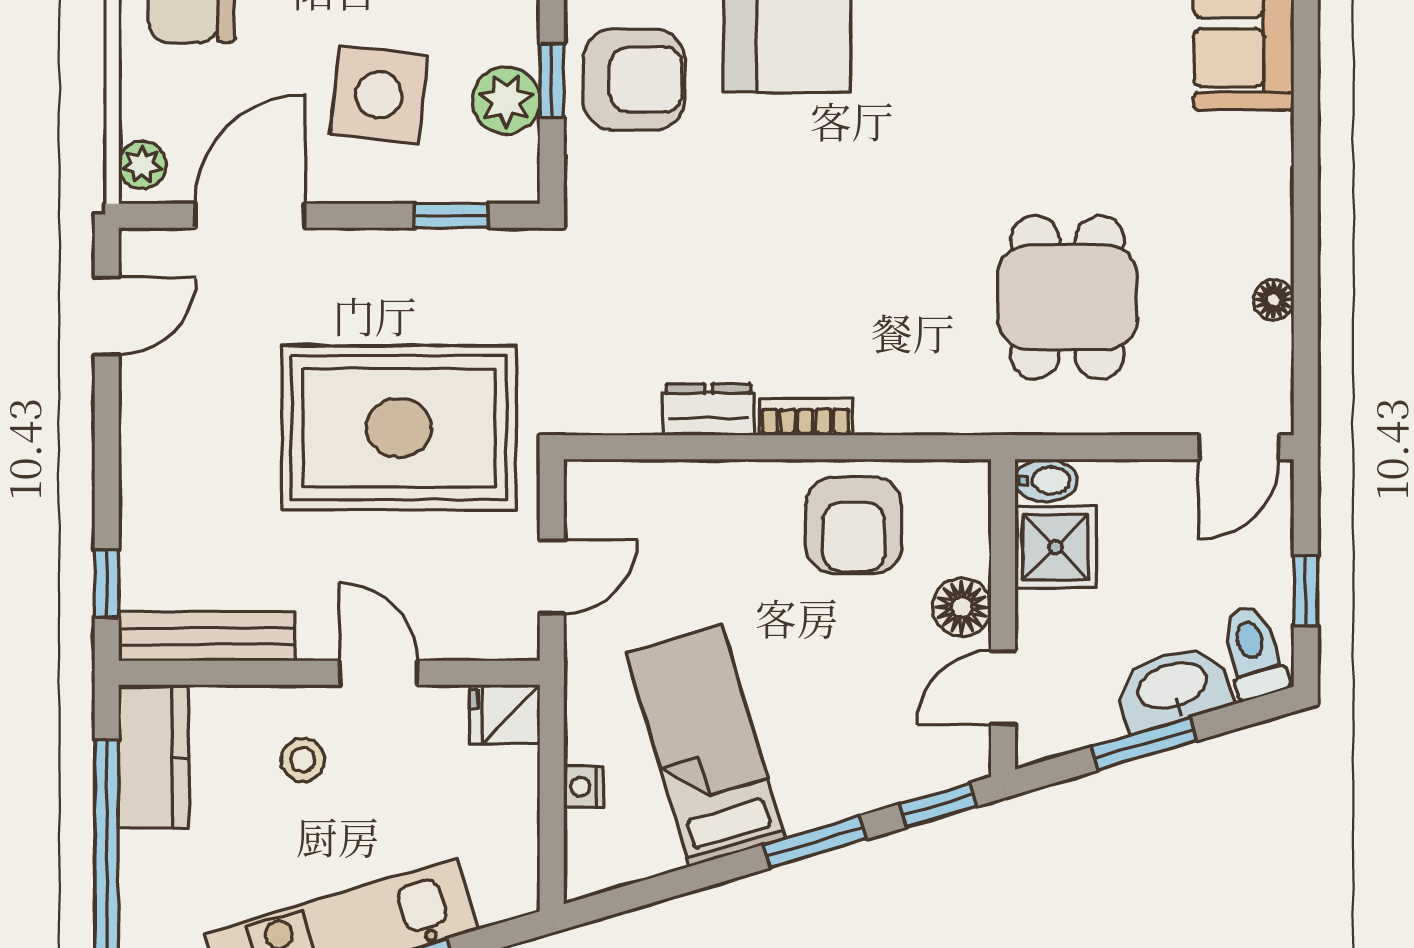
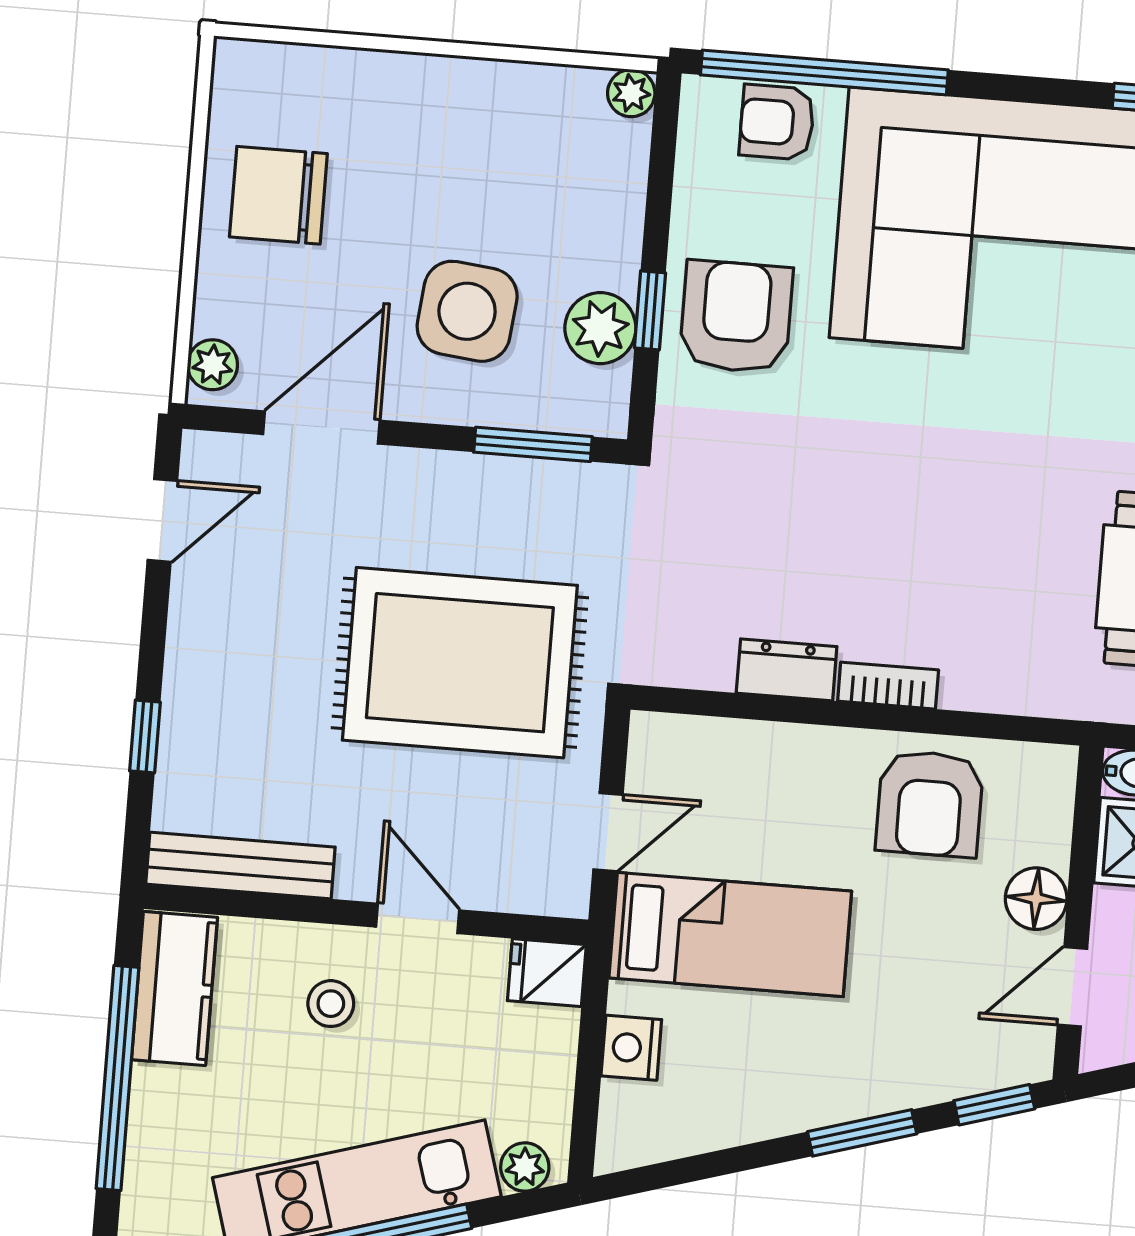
armchair: (634, 80) -> (736, 317), turned -90
window: (451, 216) -> (533, 444), width x1.50
window: (107, 583) -> (145, 737), moved
bed: (705, 746) -> (730, 935), moved, turned 107
nightstand: (583, 787) -> (631, 1048), width x1.39, depth x1.35
plant: (499, 900) -> (525, 1167), added

